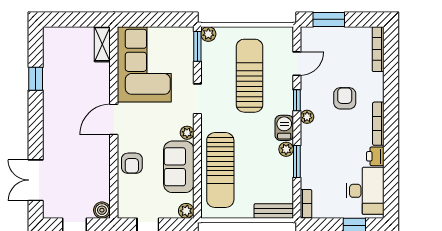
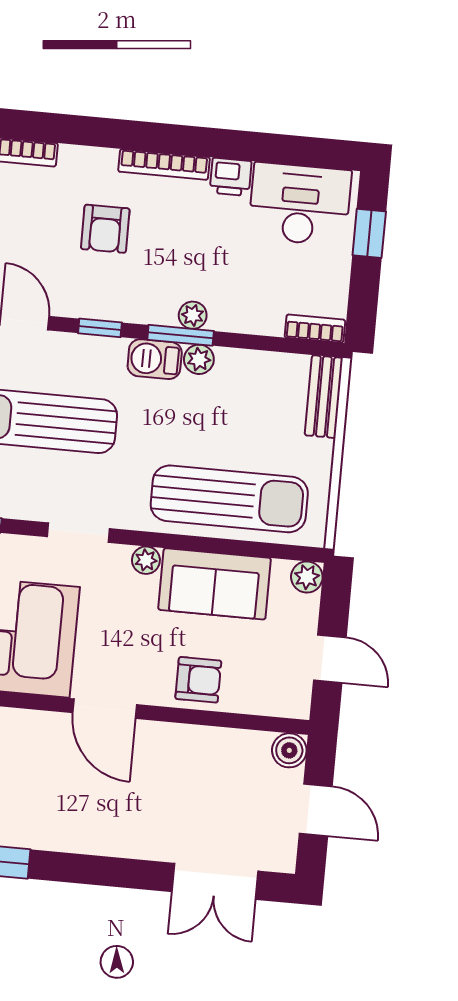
armchair: (345, 98) -> (105, 229), turned -90
plant: (307, 117) -> (193, 315), moved
window: (297, 162) -> (181, 335), moved

